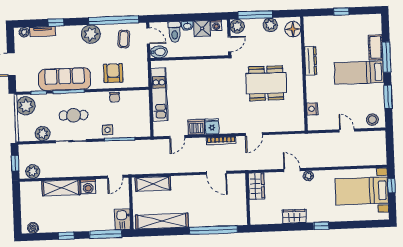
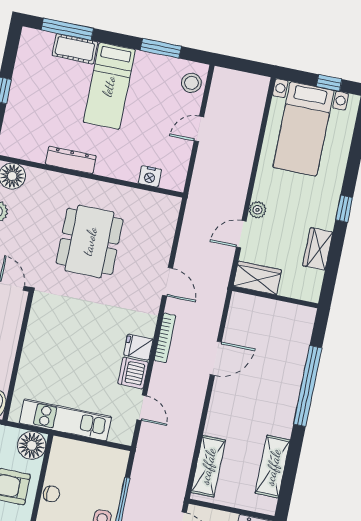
window: (386, 57) -> (67, 29), moved
floor lamp: (140, 79) -> (32, 445), added
wardrobe: (256, 186) -> (257, 278), moved
window: (391, 186) -> (329, 83), moved
wall: (248, 199) -> (275, 297), moved
shelving: (162, 221) -> (273, 467), width x0.68

